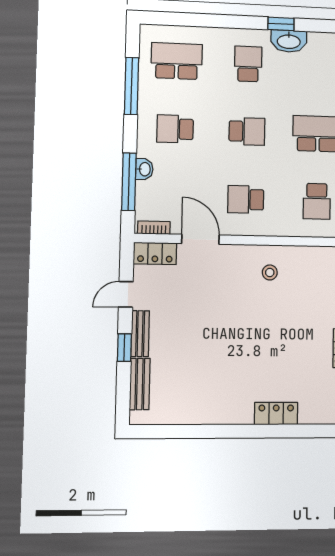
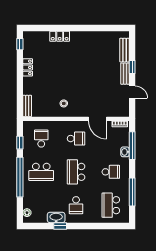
school desk: (177, 61) -> (111, 205), turned 90
school desk: (247, 131) -> (76, 172), width x1.85
locker: (155, 253) -> (119, 112), removed
door: (126, 294) -> (132, 92), hinge flipped

